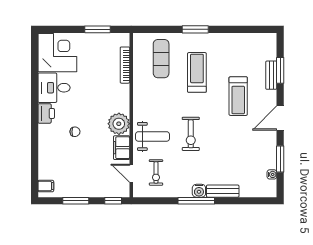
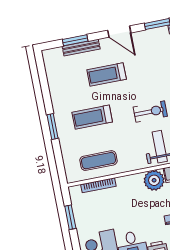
exercise mat: (161, 59) -> (98, 161), moved
bench: (271, 75) -> (81, 48), width x1.36
treadmill: (238, 96) -> (107, 74), turned 180

